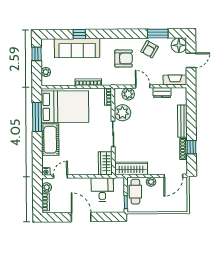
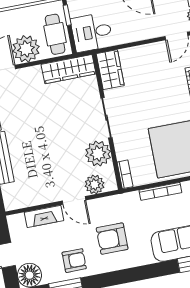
armchair: (150, 49) -> (74, 261), turned 60
fireplace: (175, 80) -> (44, 216), moved
dresser: (162, 93) -> (42, 196), removed
plant: (151, 182) -> (26, 49), width x1.87, depth x1.87
desk: (102, 189) -> (92, 32), moved, turned 90

